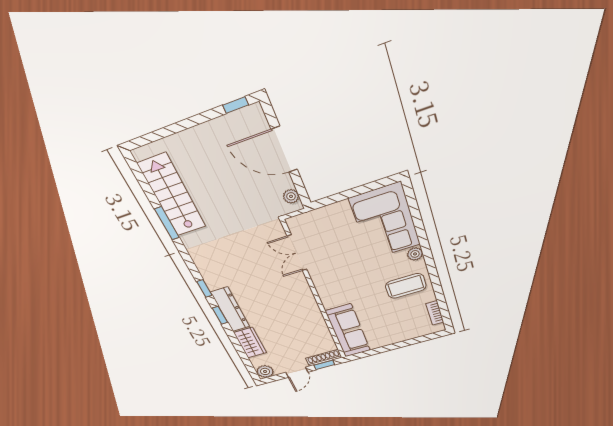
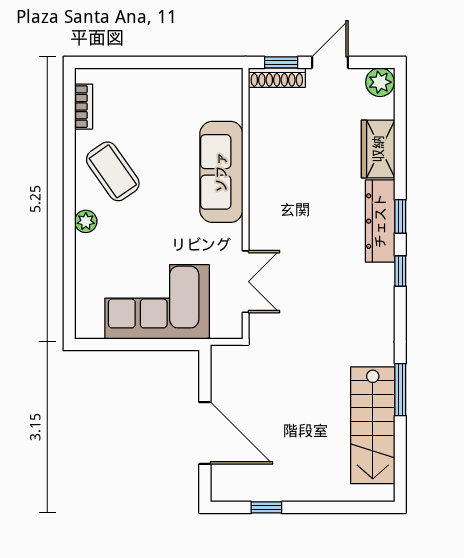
window: (236, 105) -> (266, 507), moved
plant: (291, 196) -> (221, 368), removed
corner sofa: (385, 222) -> (157, 302), moved, turned -90
coffee table: (406, 286) -> (113, 171), turned 55
sofa: (348, 331) -> (221, 172), moved

